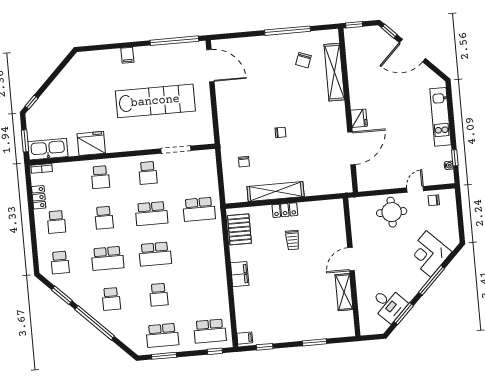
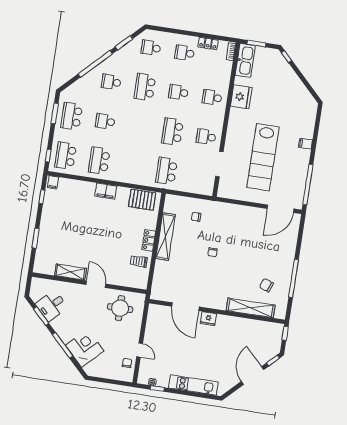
round table: (392, 212) -> (120, 308), moved
trolley: (292, 240) -> (139, 261), moved
school desk: (155, 254) -> (99, 161), moved

